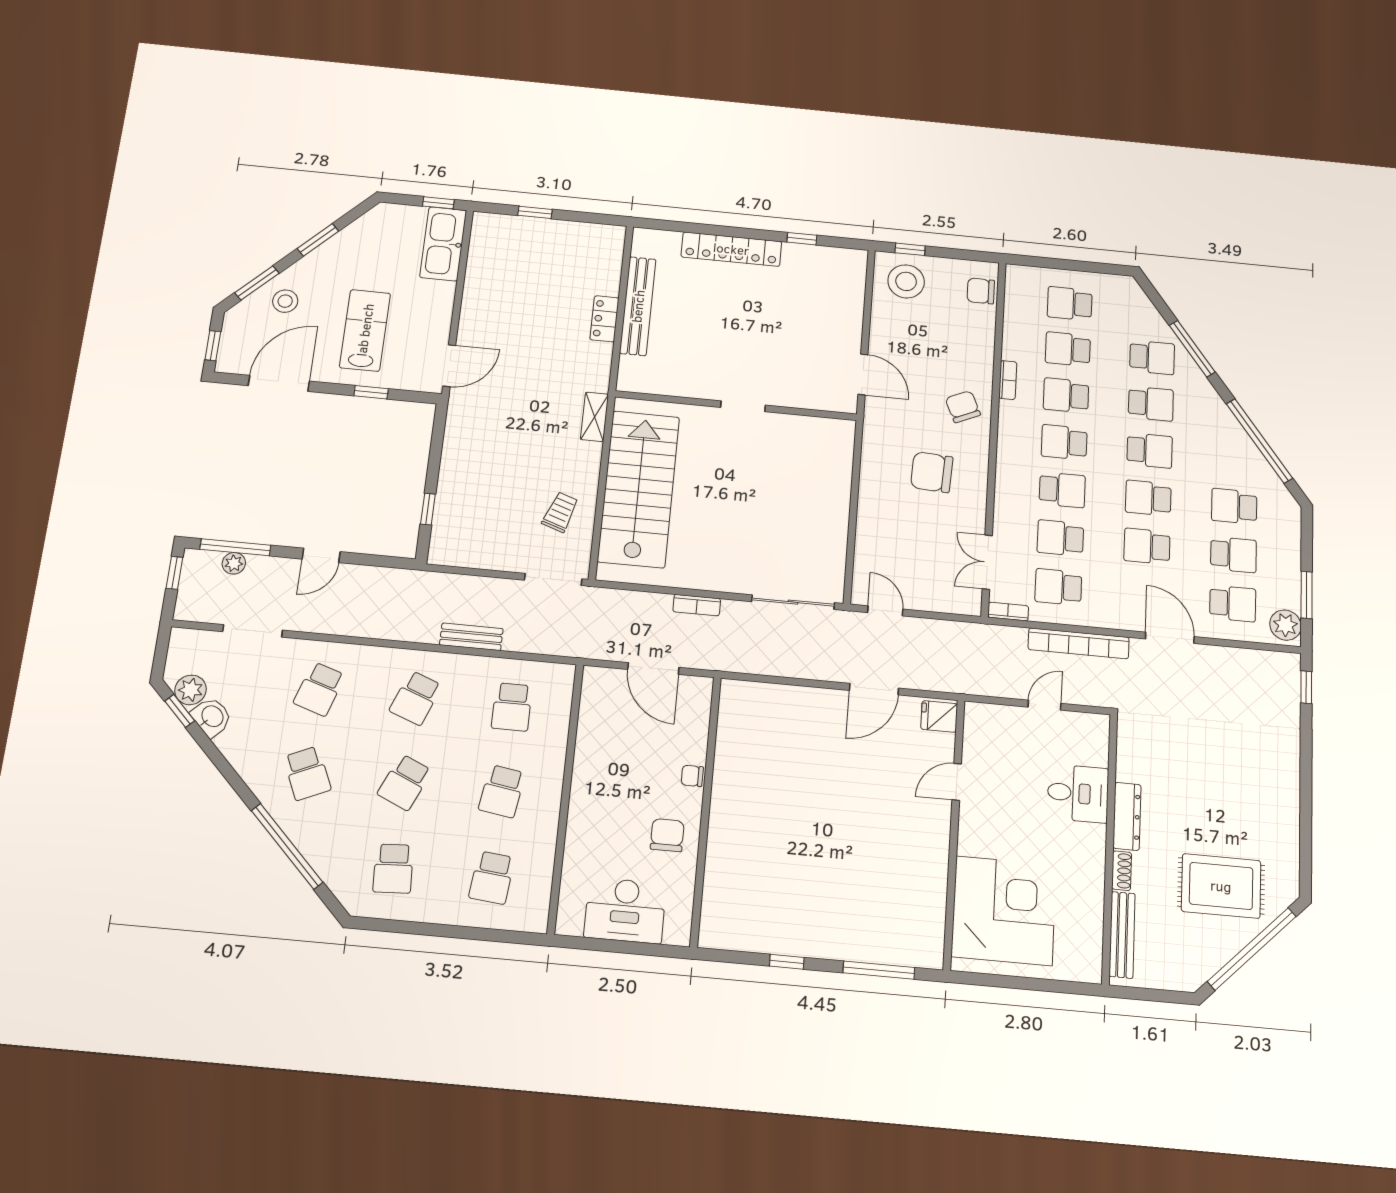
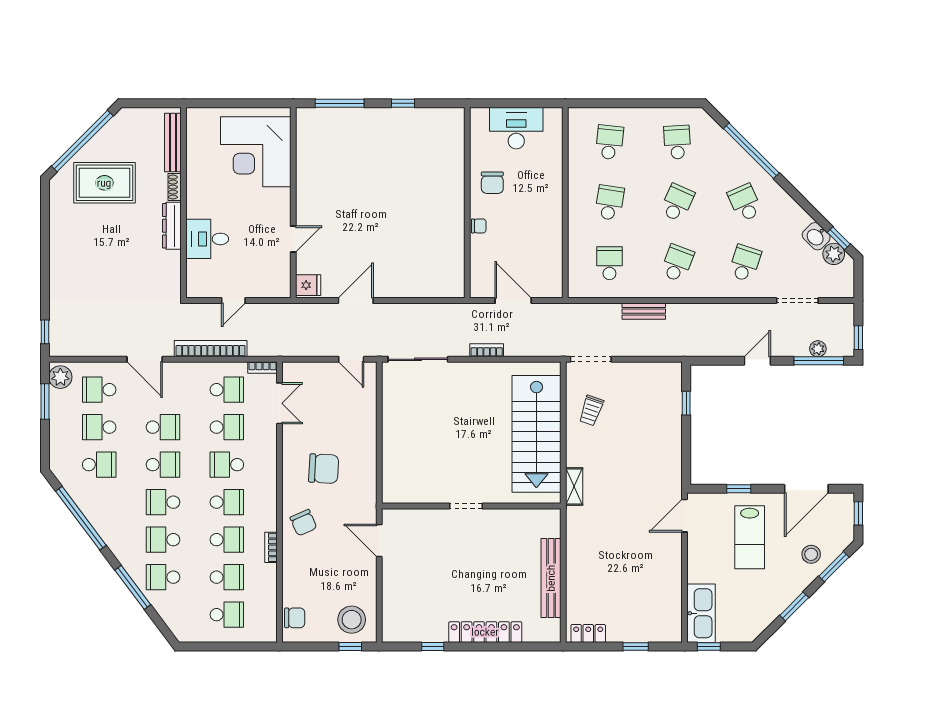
locker: (604, 319) -> (588, 634), moved, turned -90

